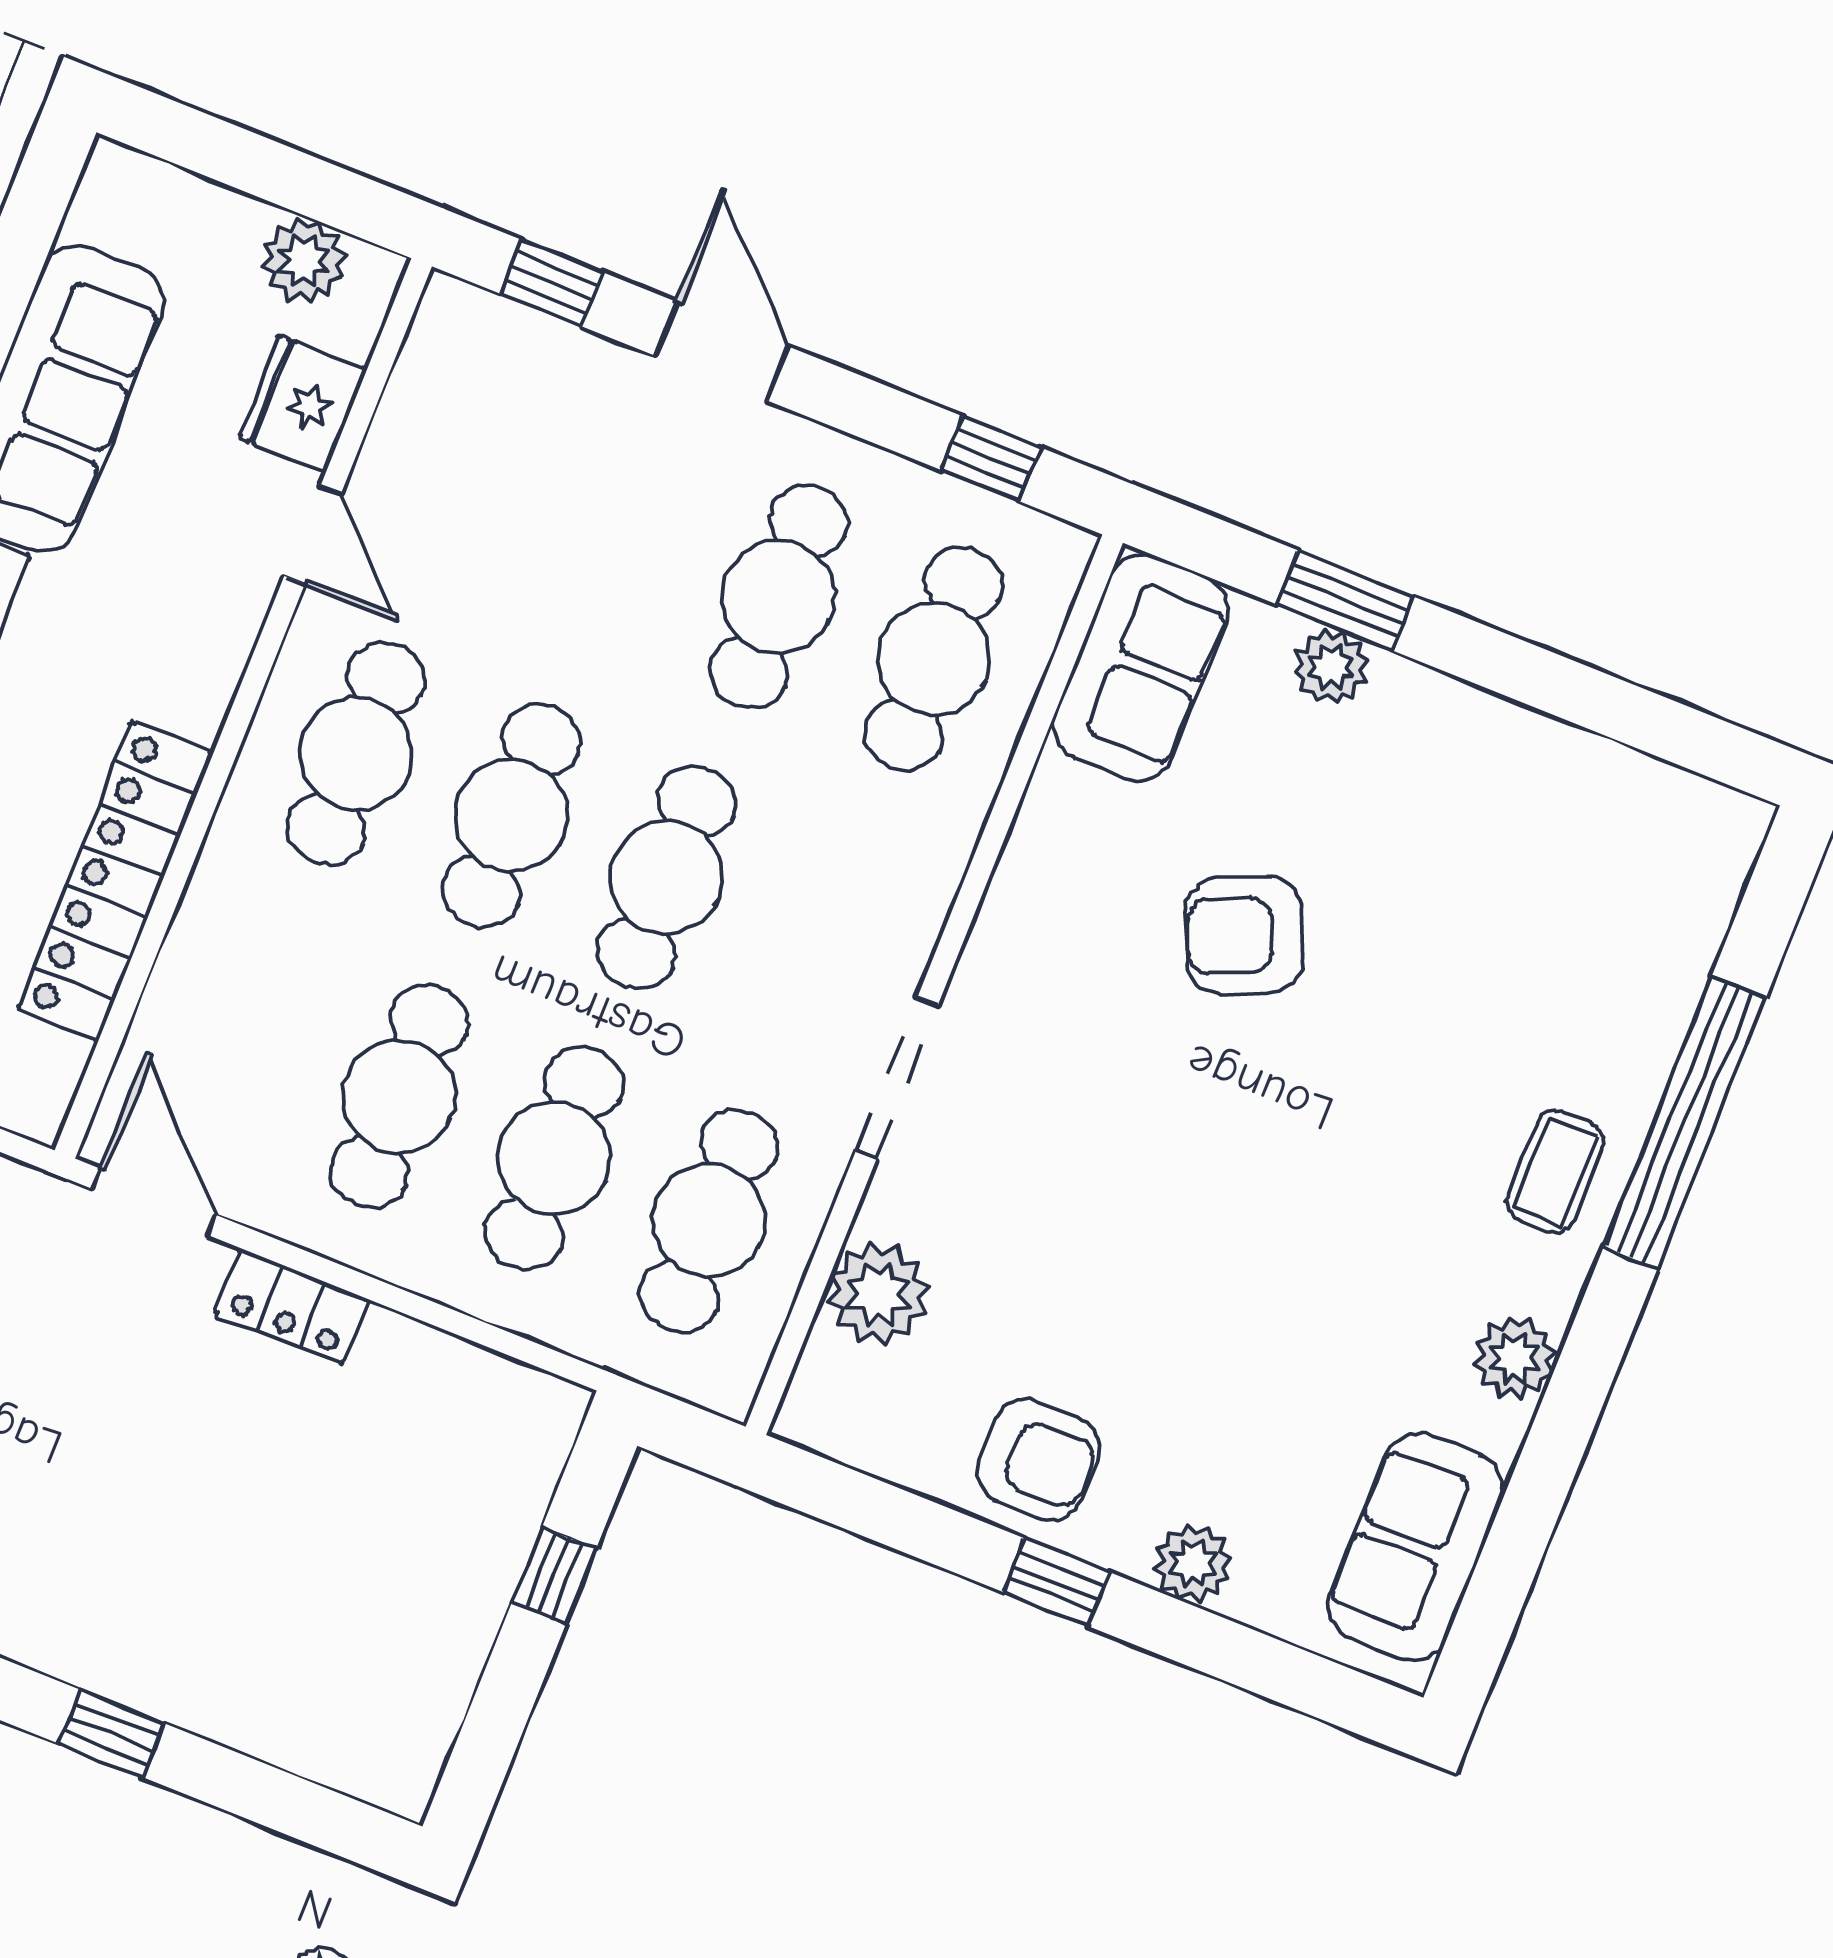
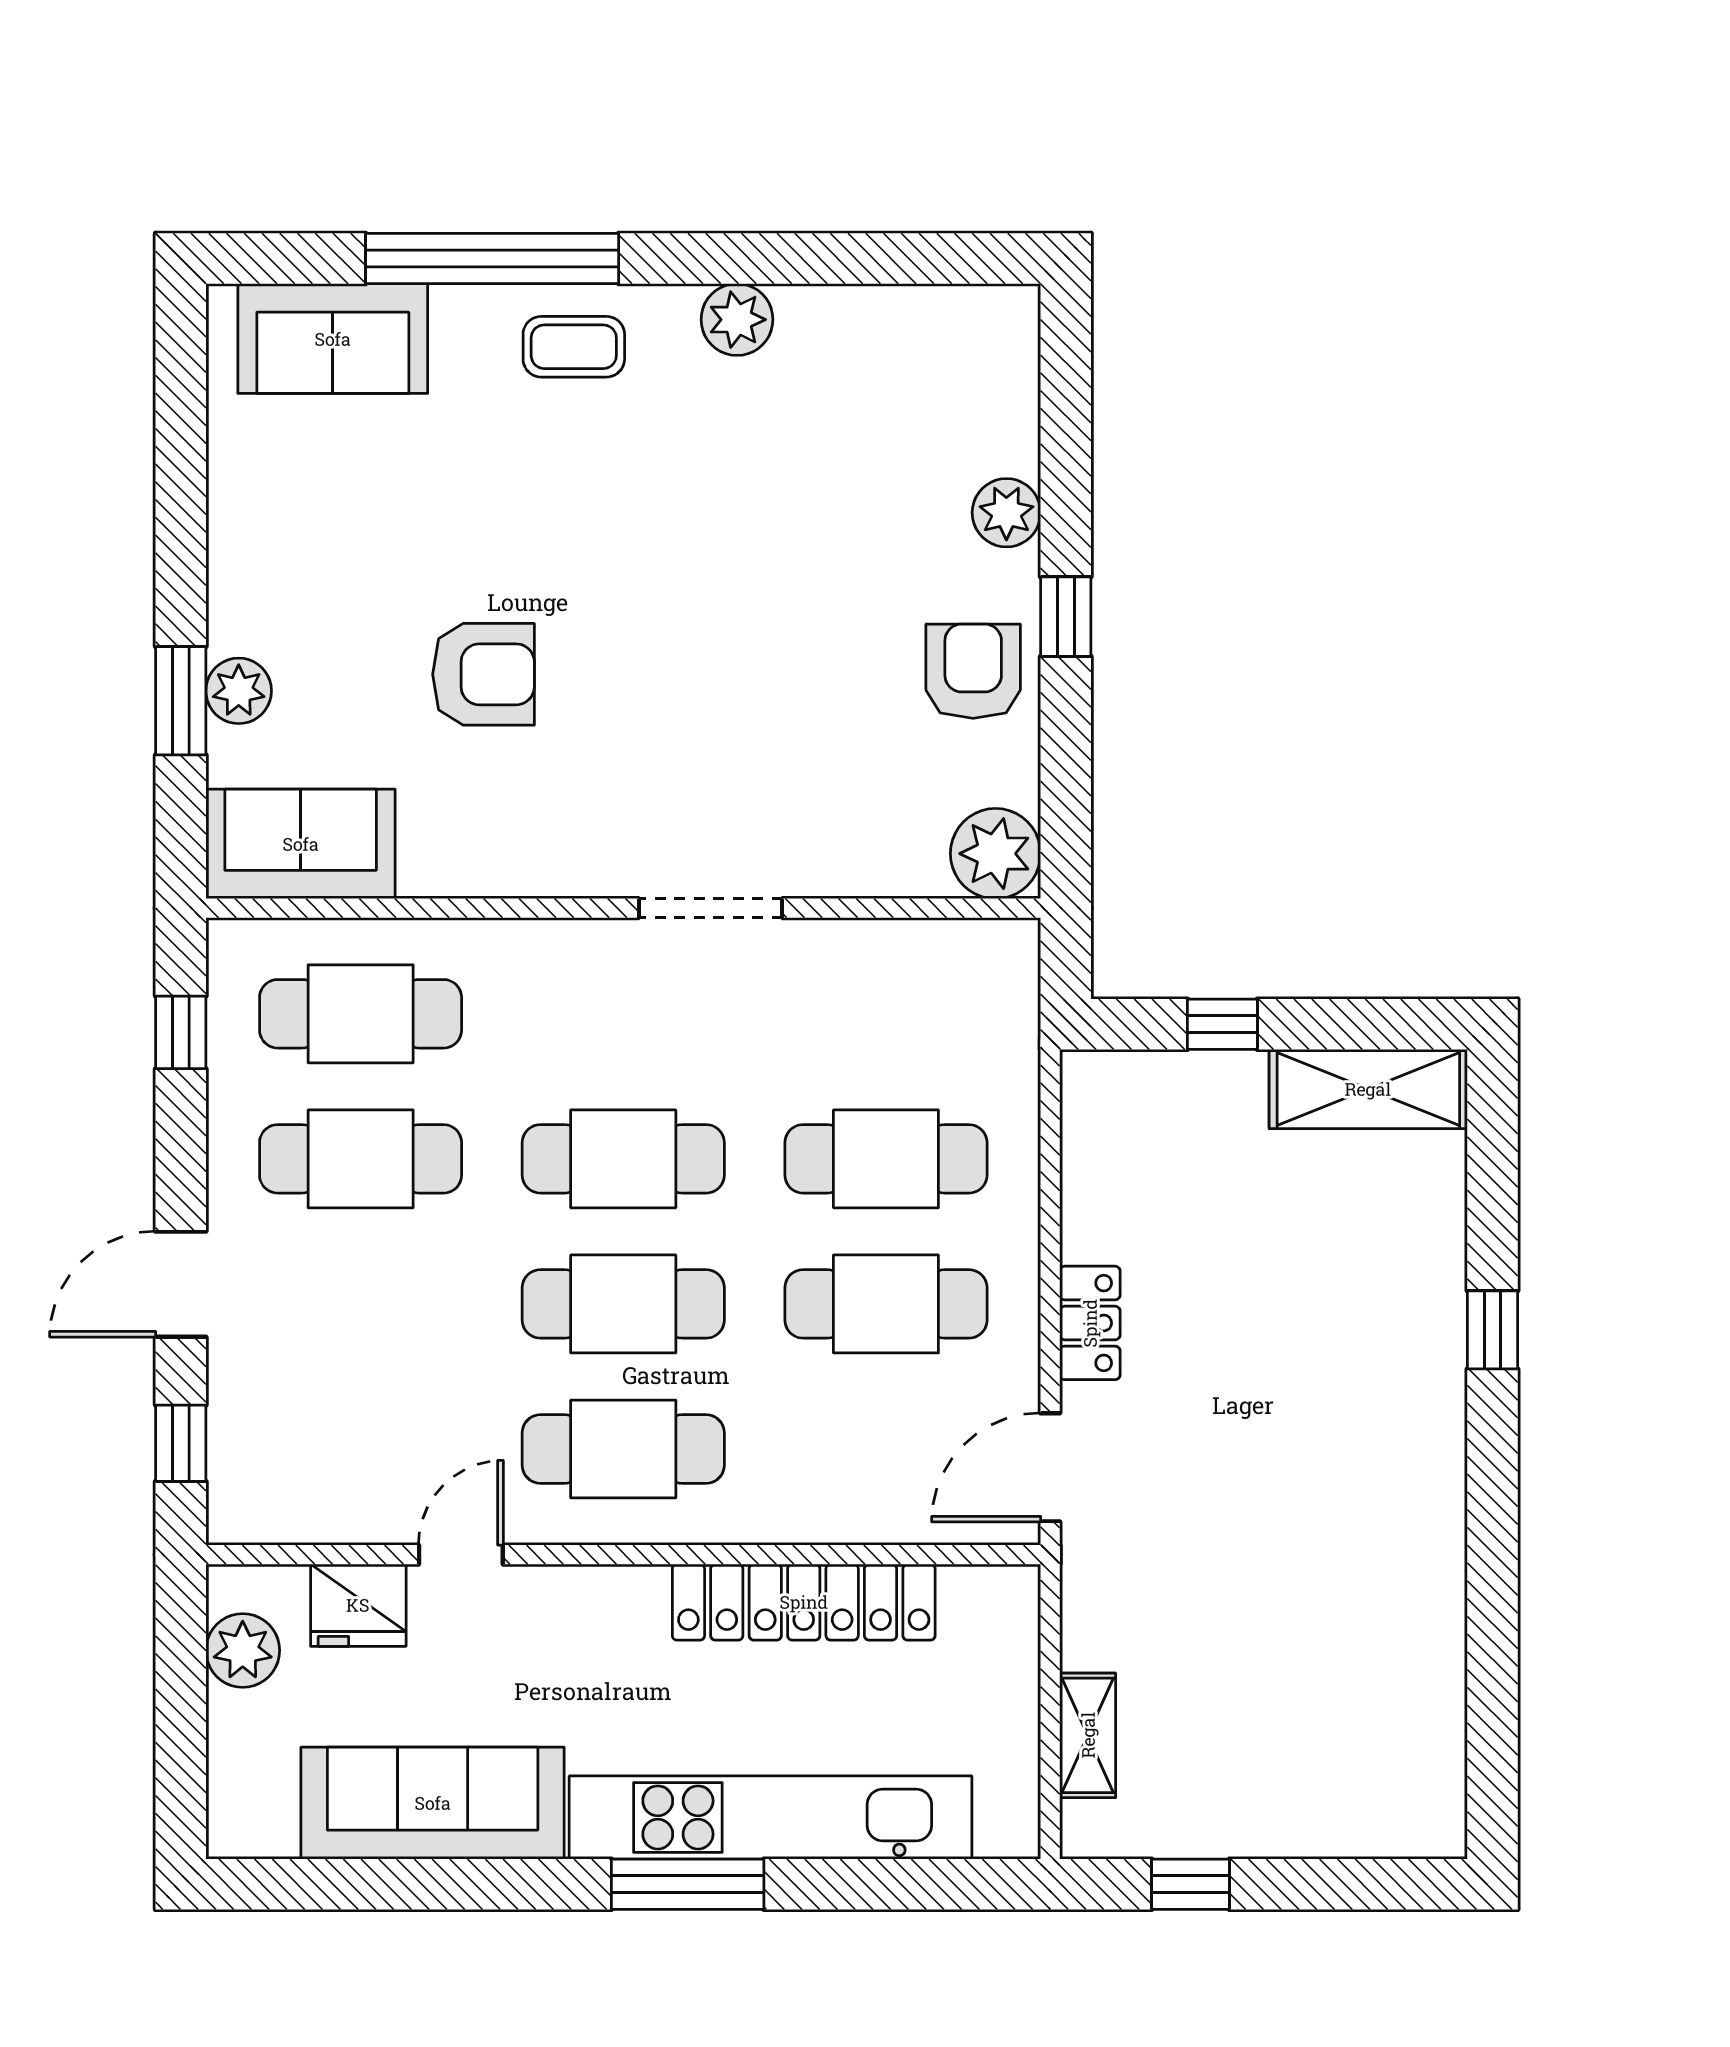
armchair: (1244, 935) -> (483, 674), turned -67
cafe table: (709, 1220) -> (886, 1014), removed
plant: (878, 1294) -> (996, 854), moved
sofa: (1416, 1547) -> (333, 339), moved
shelving: (422, 1704) -> (1368, 1089), added

